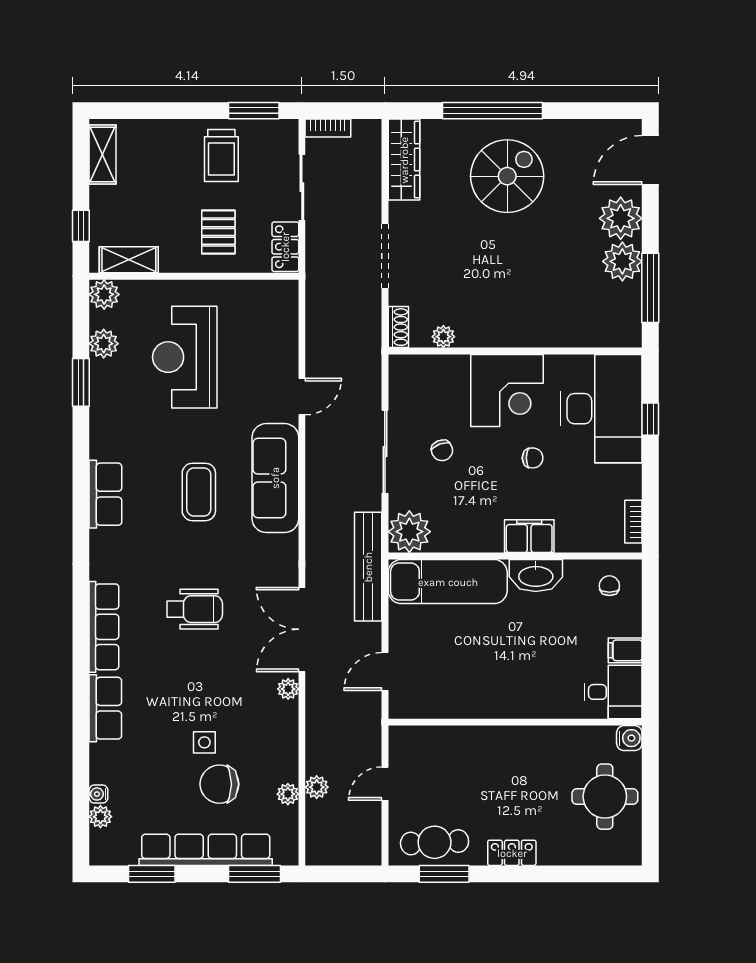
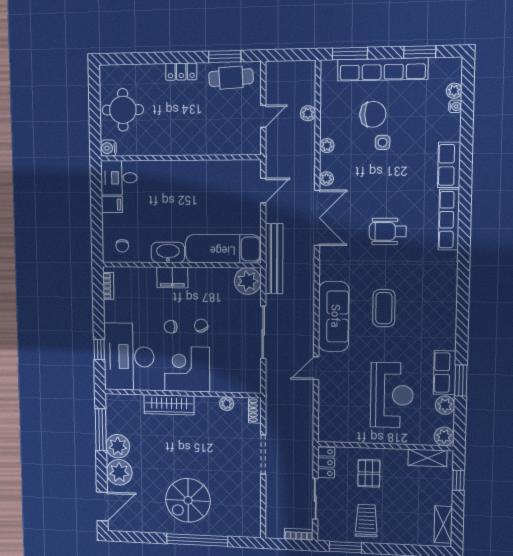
wardrobe: (404, 160) -> (169, 405), moved, turned -90
chair: (442, 450) -> (201, 326), moved
row of seats: (105, 494) -> (445, 373), moved
plant: (288, 794) -> (327, 146), moved

